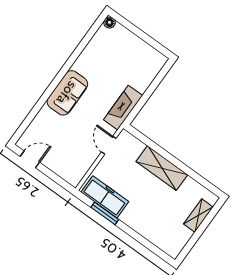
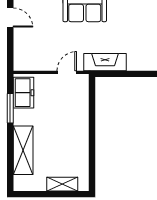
shelving: (162, 168) -> (23, 150), moved
freezer: (105, 197) -> (23, 93), width x0.71

